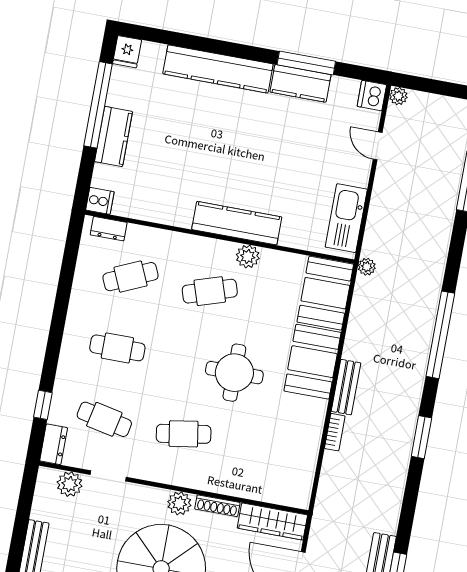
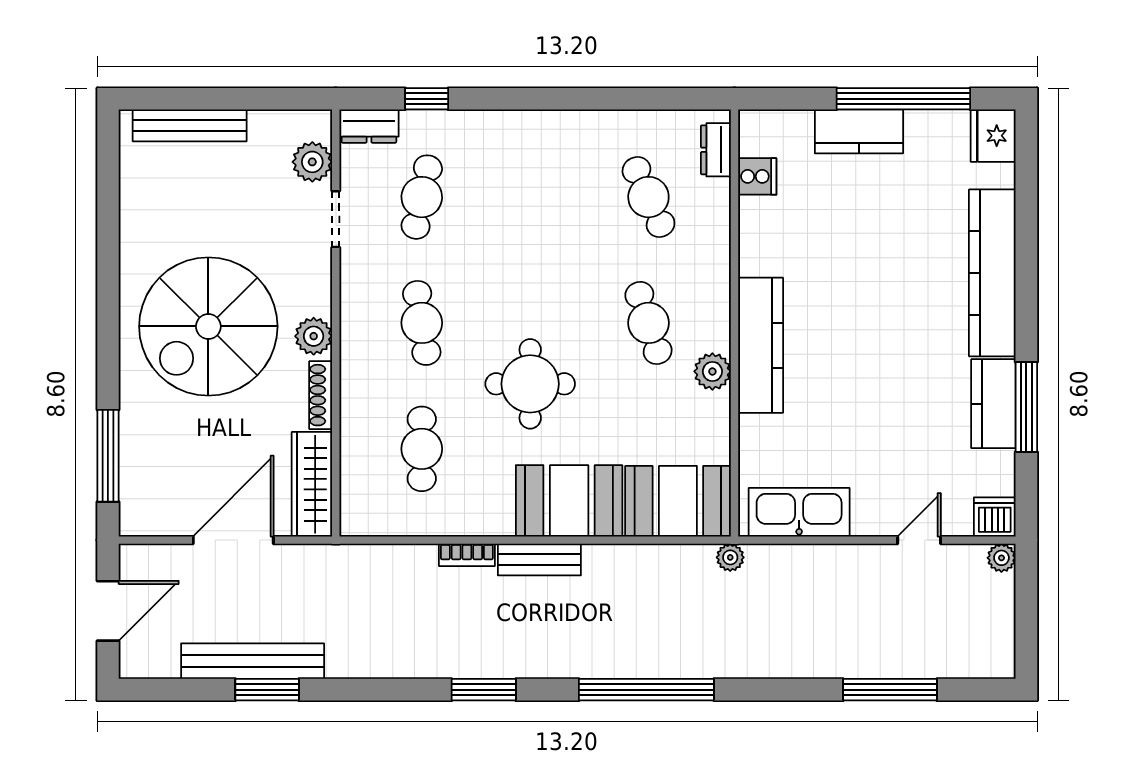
fridge: (127, 52) -> (993, 136), width x1.38
cooker: (100, 201) -> (757, 176), moved, turned -90
cafe table: (117, 348) -> (422, 449), moved

